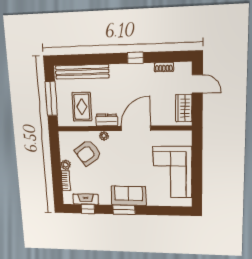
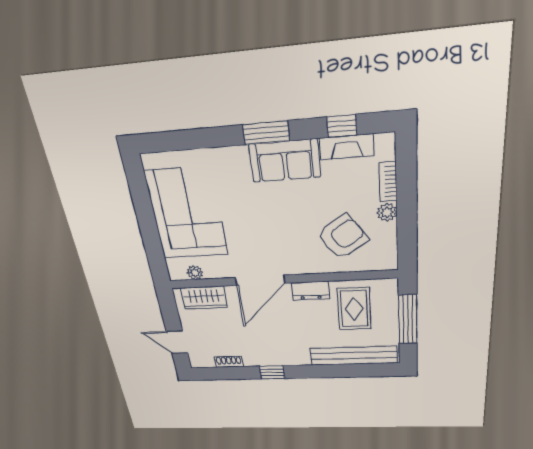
wardrobe: (184, 108) -> (204, 298), moved, turned 90
plant: (104, 136) -> (195, 273), moved
sofa: (129, 196) -> (285, 161), moved

